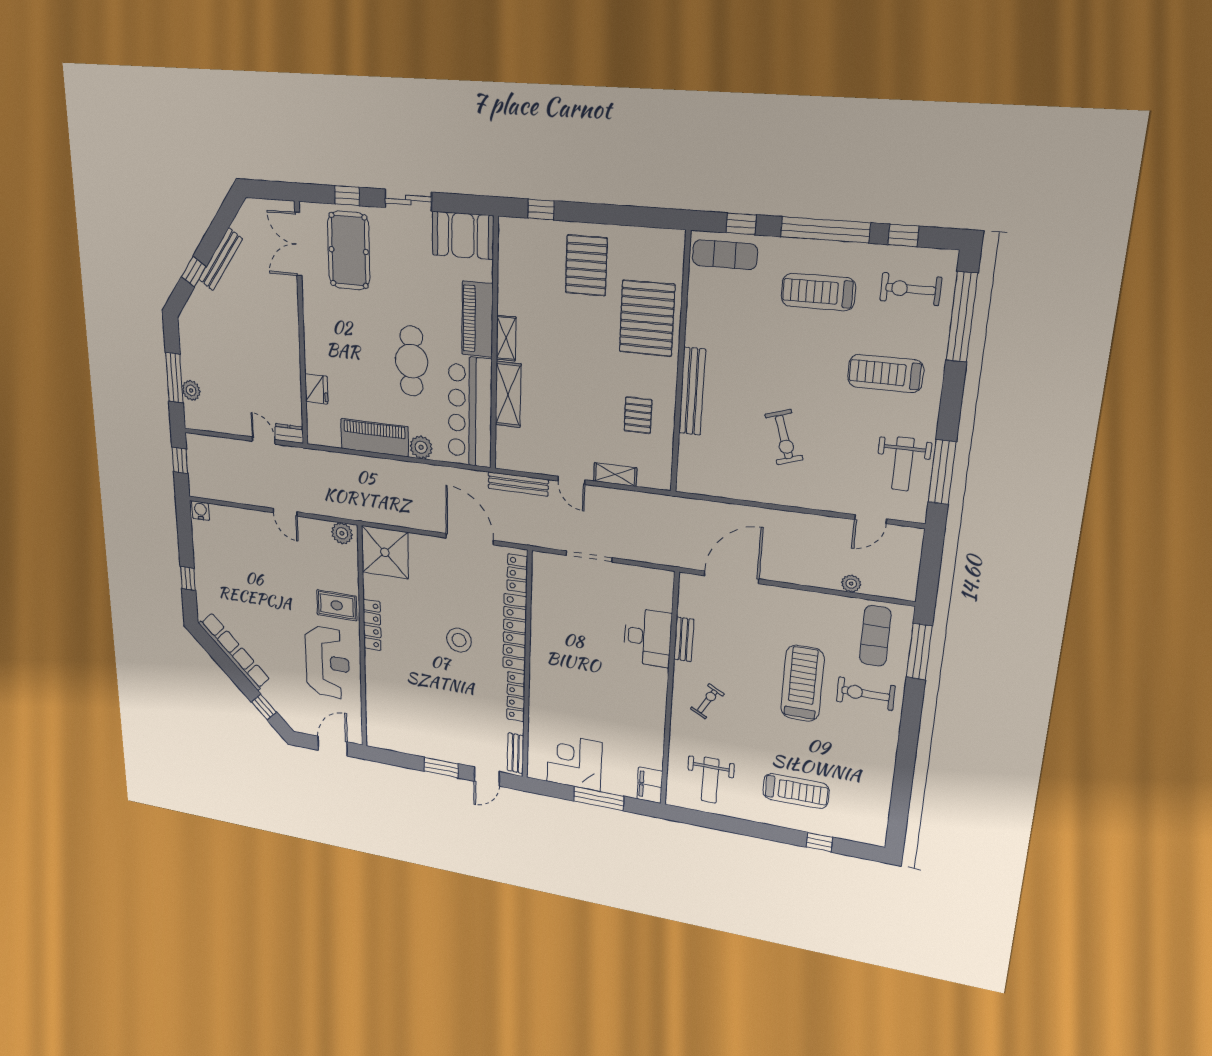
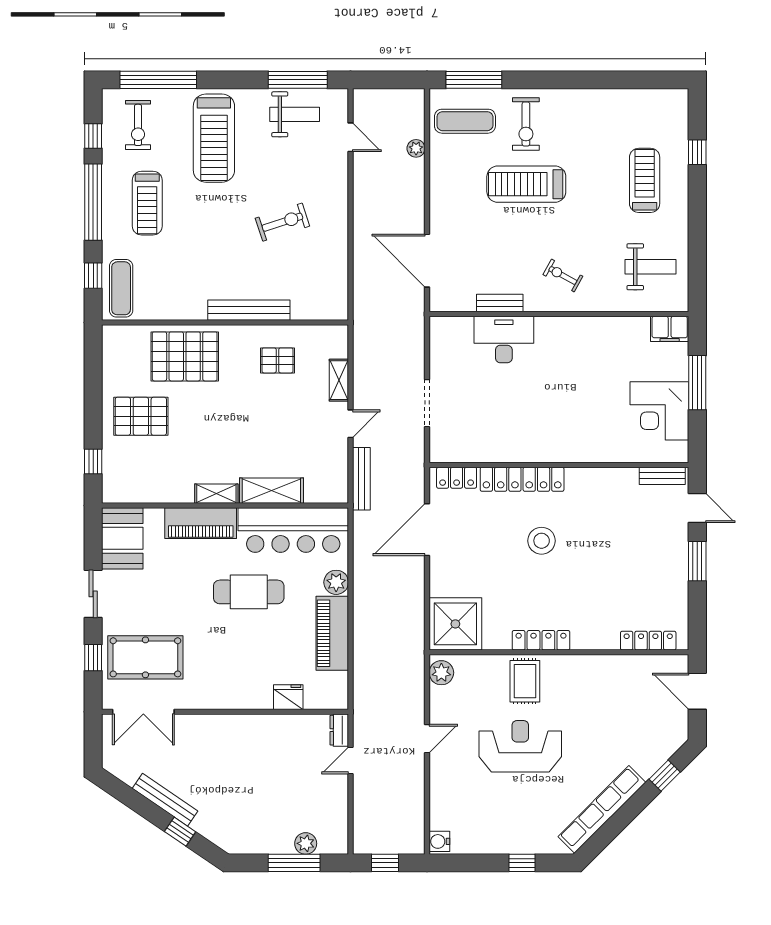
treadmill: (885, 374) -> (214, 138), width x1.37, depth x1.38
reception desk: (327, 662) -> (520, 746), moved
locker: (516, 697) -> (648, 641), moved, turned 180

